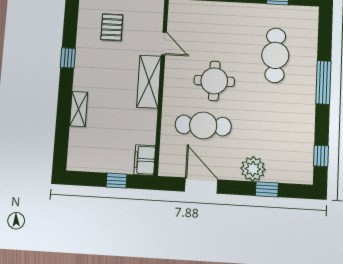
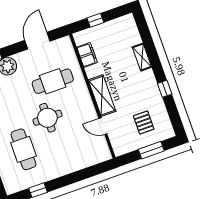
round table: (214, 81) -> (47, 118), moved
filing cabinet: (145, 160) -> (87, 55), moved
door: (201, 186) -> (37, 41), swing flipped

